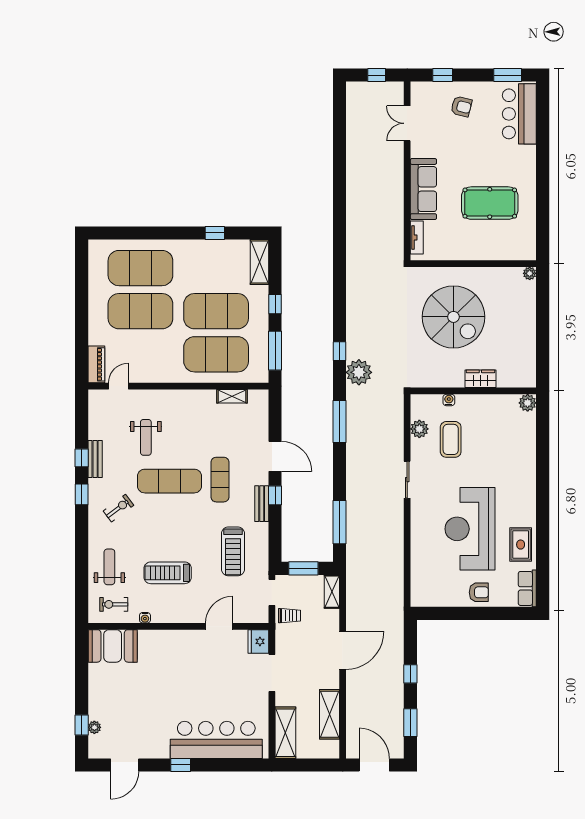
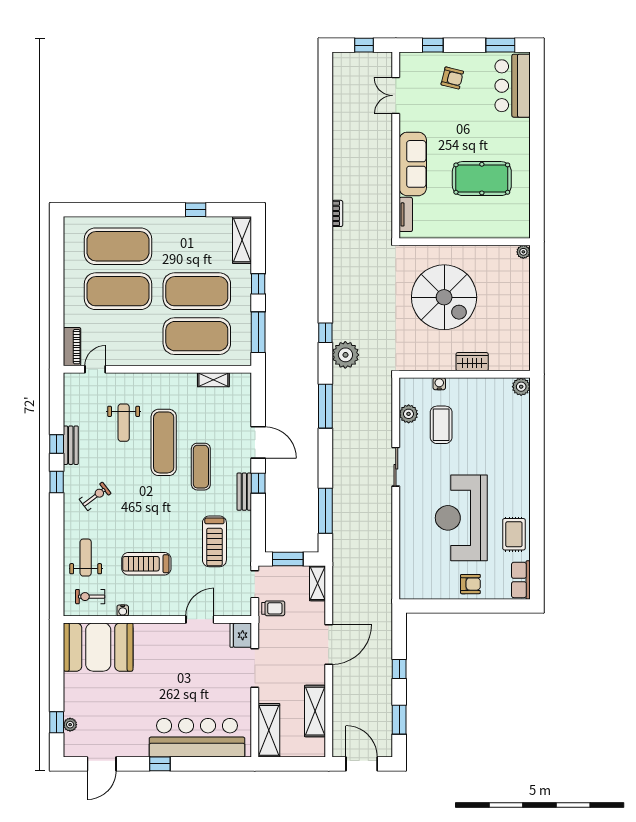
bookcase: (351, 237) -> (337, 213), added
exercise mat: (170, 481) -> (164, 442), moved, turned 90
booth: (113, 646) -> (98, 647), width x1.36, depth x1.42

